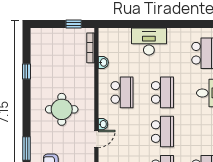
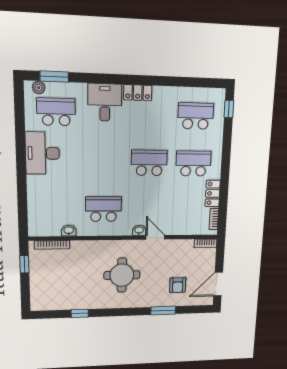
desk: (149, 42) -> (42, 153), moved
school desk: (162, 92) -> (104, 162), removed

